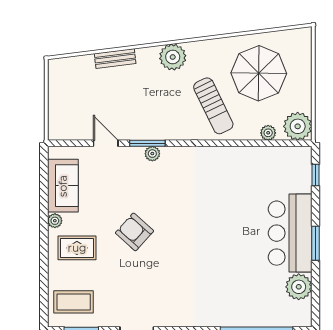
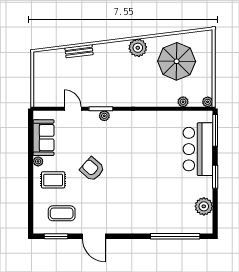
plant: (173, 57) -> (138, 48), moved
sun lounger: (213, 106) -> (146, 83), removed
plant: (298, 126) -> (208, 102), width x0.53, depth x0.53
window: (316, 175) -> (215, 130), width x2.17
bar counter: (290, 233) -> (198, 149), moved
coffee table: (74, 302) -> (62, 213), moved

